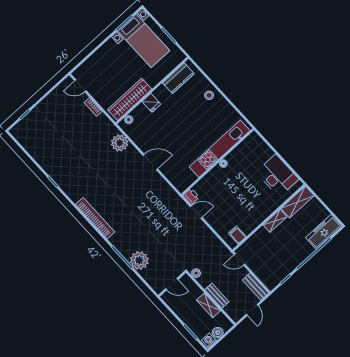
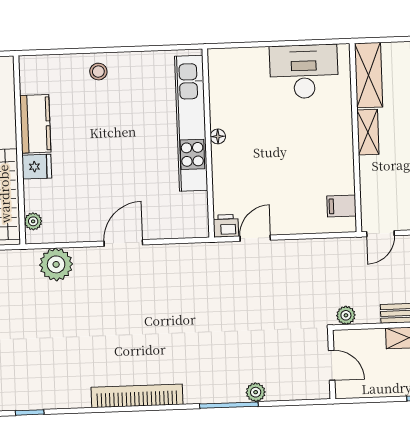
kitchen counter: (178, 78) -> (35, 124), moved
plant: (139, 260) -> (256, 392), width x0.53, depth x0.53
door: (172, 284) -> (332, 365), hinge flipped

